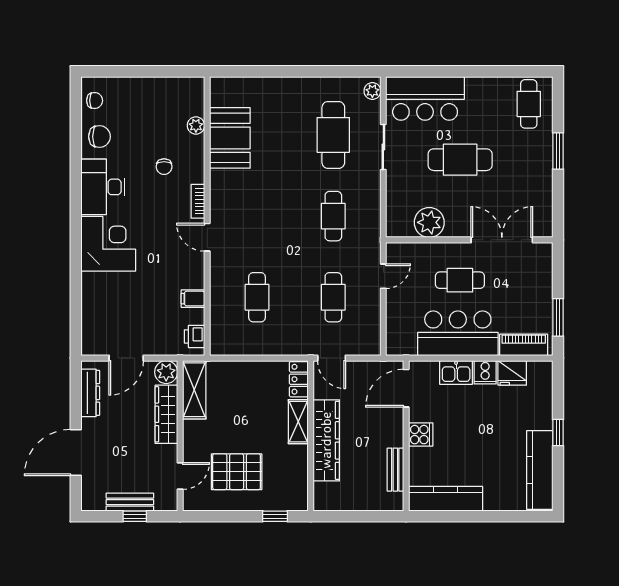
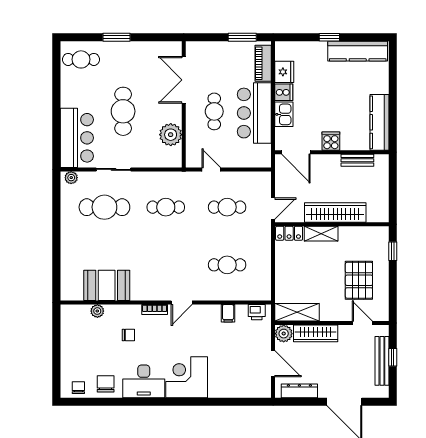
bench: (130, 502) -> (382, 361), width x1.36

